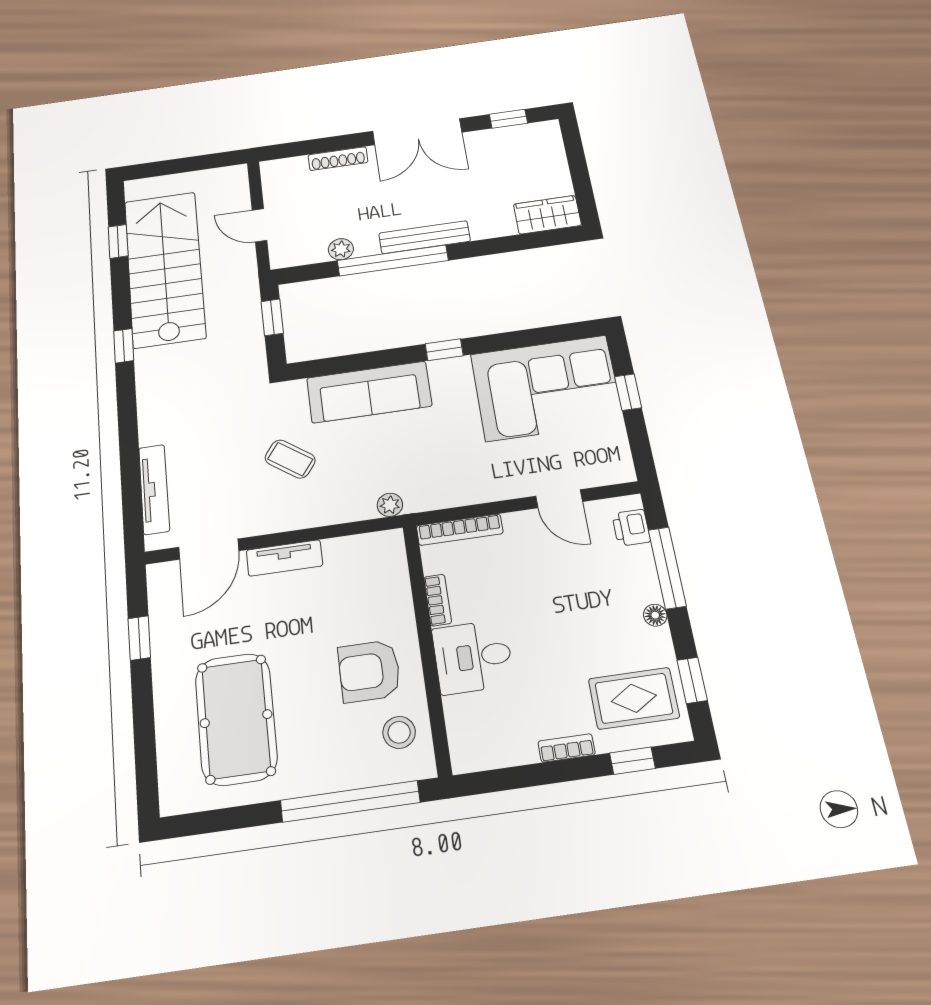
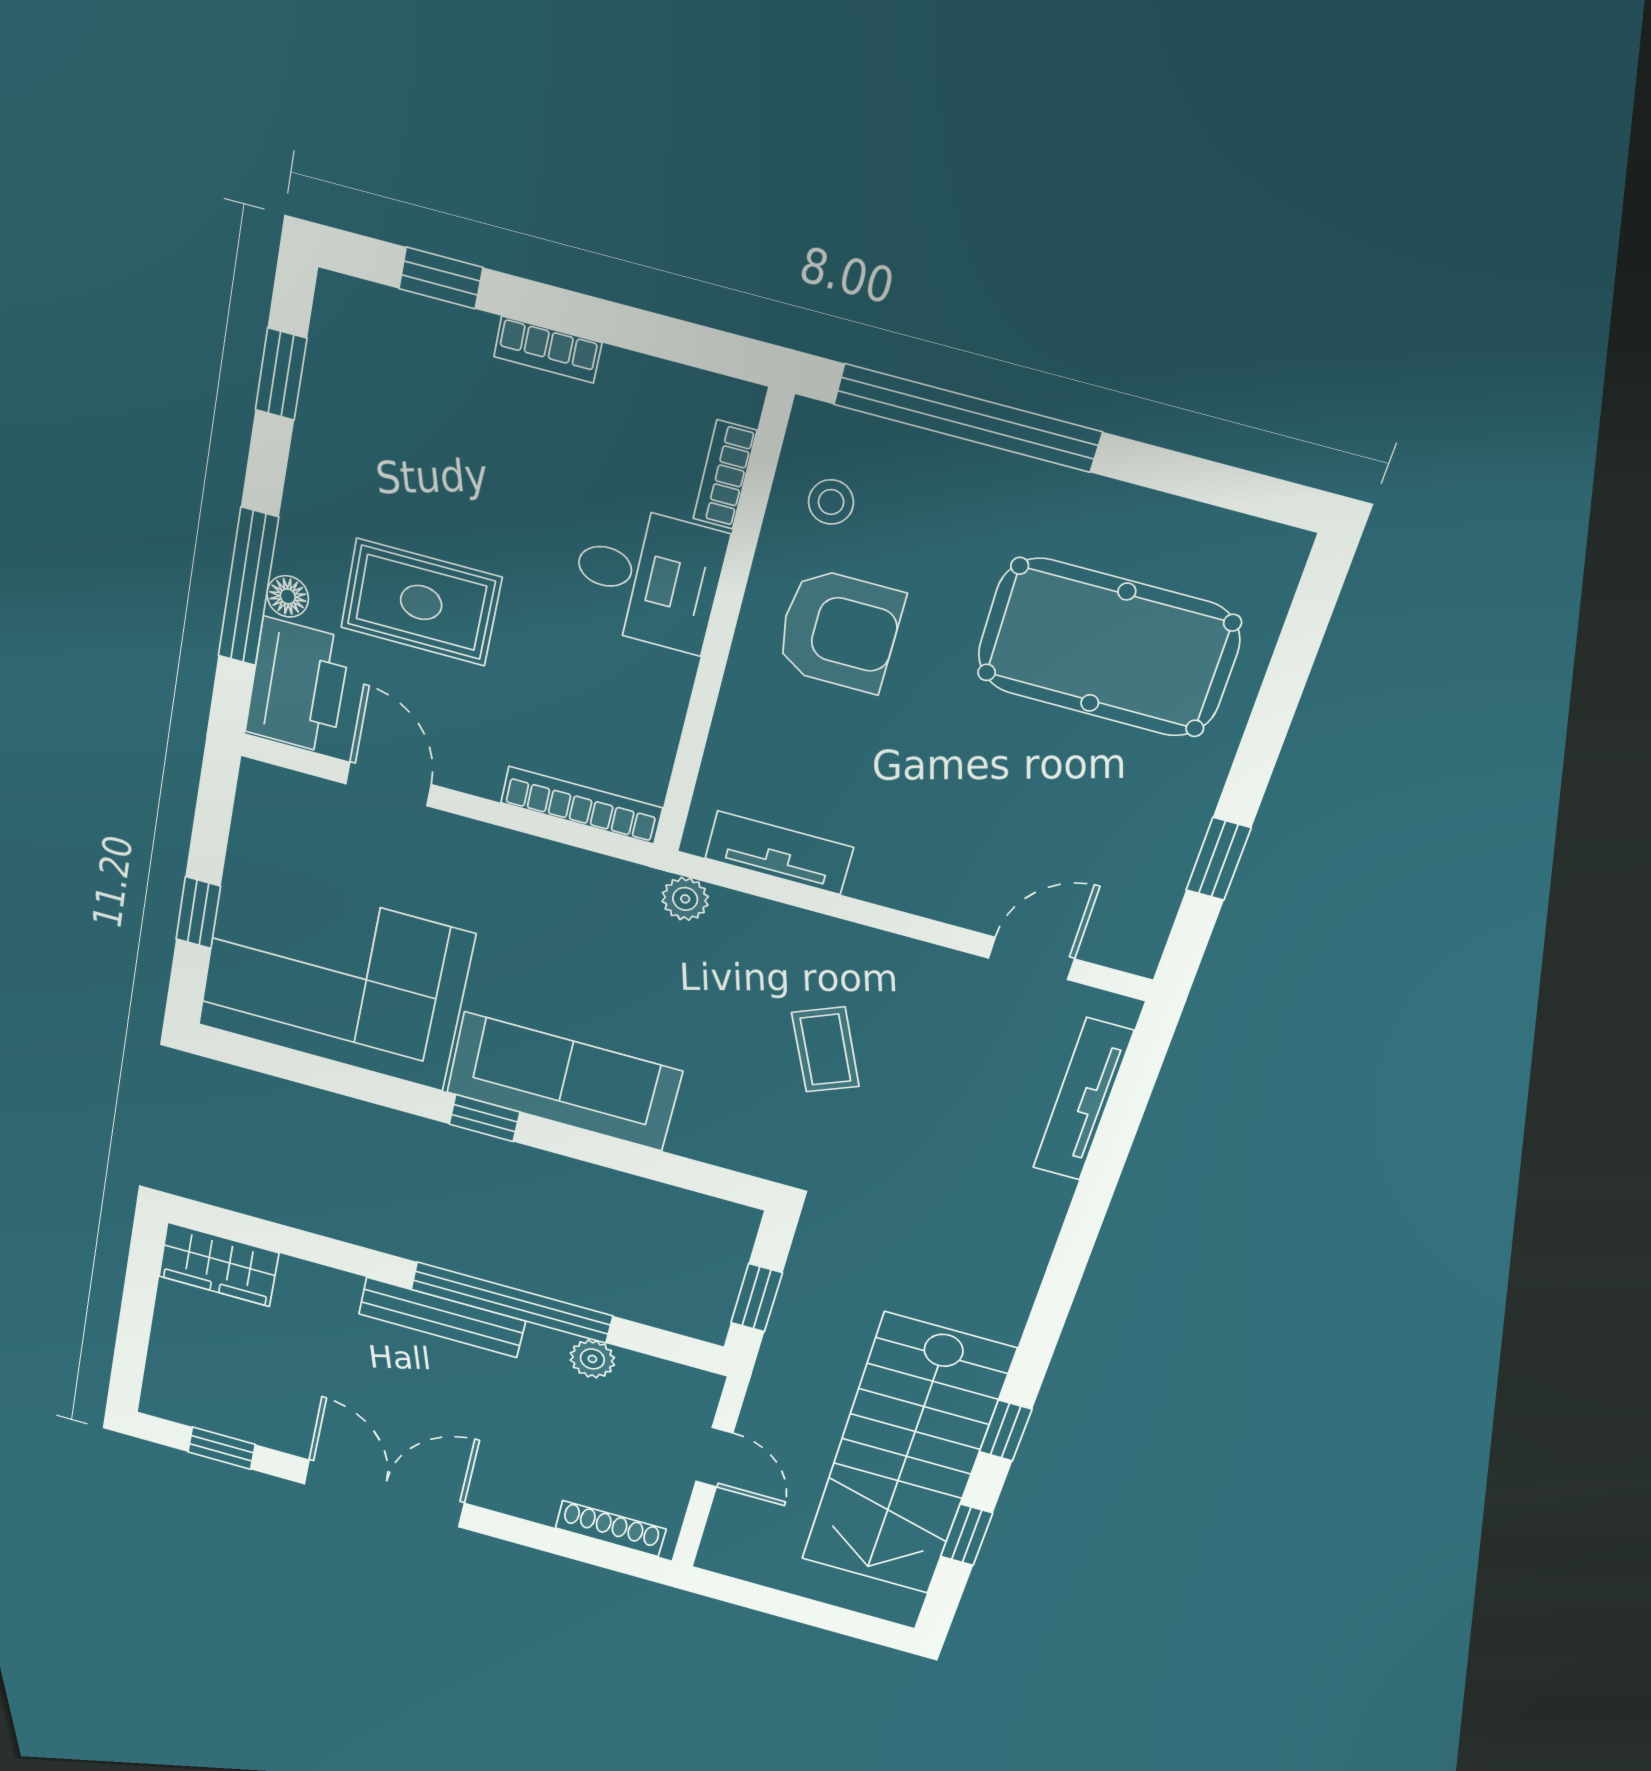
shoe rack: (338, 159) -> (611, 1529), moved
window: (124, 346) -> (1005, 1431), moved
sofa: (369, 392) -> (564, 1082), moved
coffee table: (290, 459) -> (825, 1050), turned 30
printer: (631, 528) -> (298, 686), width x1.87, depth x1.48
door: (209, 549) -> (1031, 959), width x0.73
tv unit: (284, 558) -> (779, 853), moved
bookcase: (438, 600) -> (725, 475), moved
floor lamp: (655, 615) -> (288, 596), moved
rug: (634, 698) -> (421, 602), moved
pool table: (236, 719) -> (1108, 648), turned 90
stool: (399, 732) -> (831, 502), width x0.73, depth x0.73

